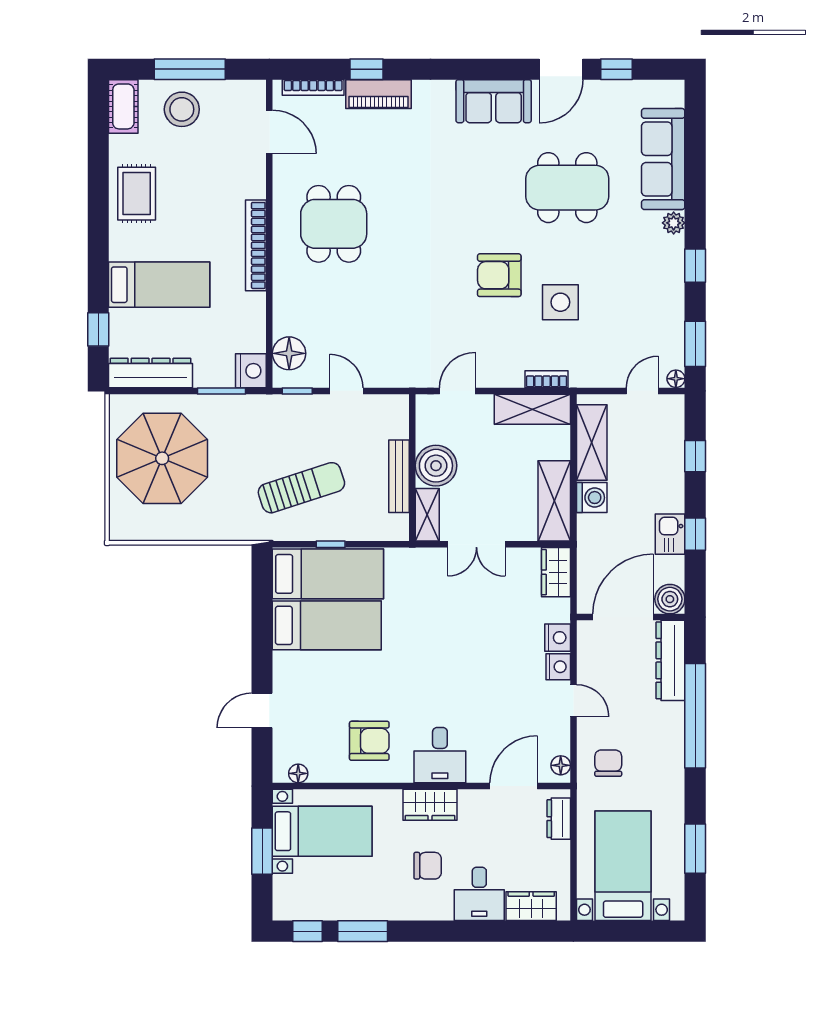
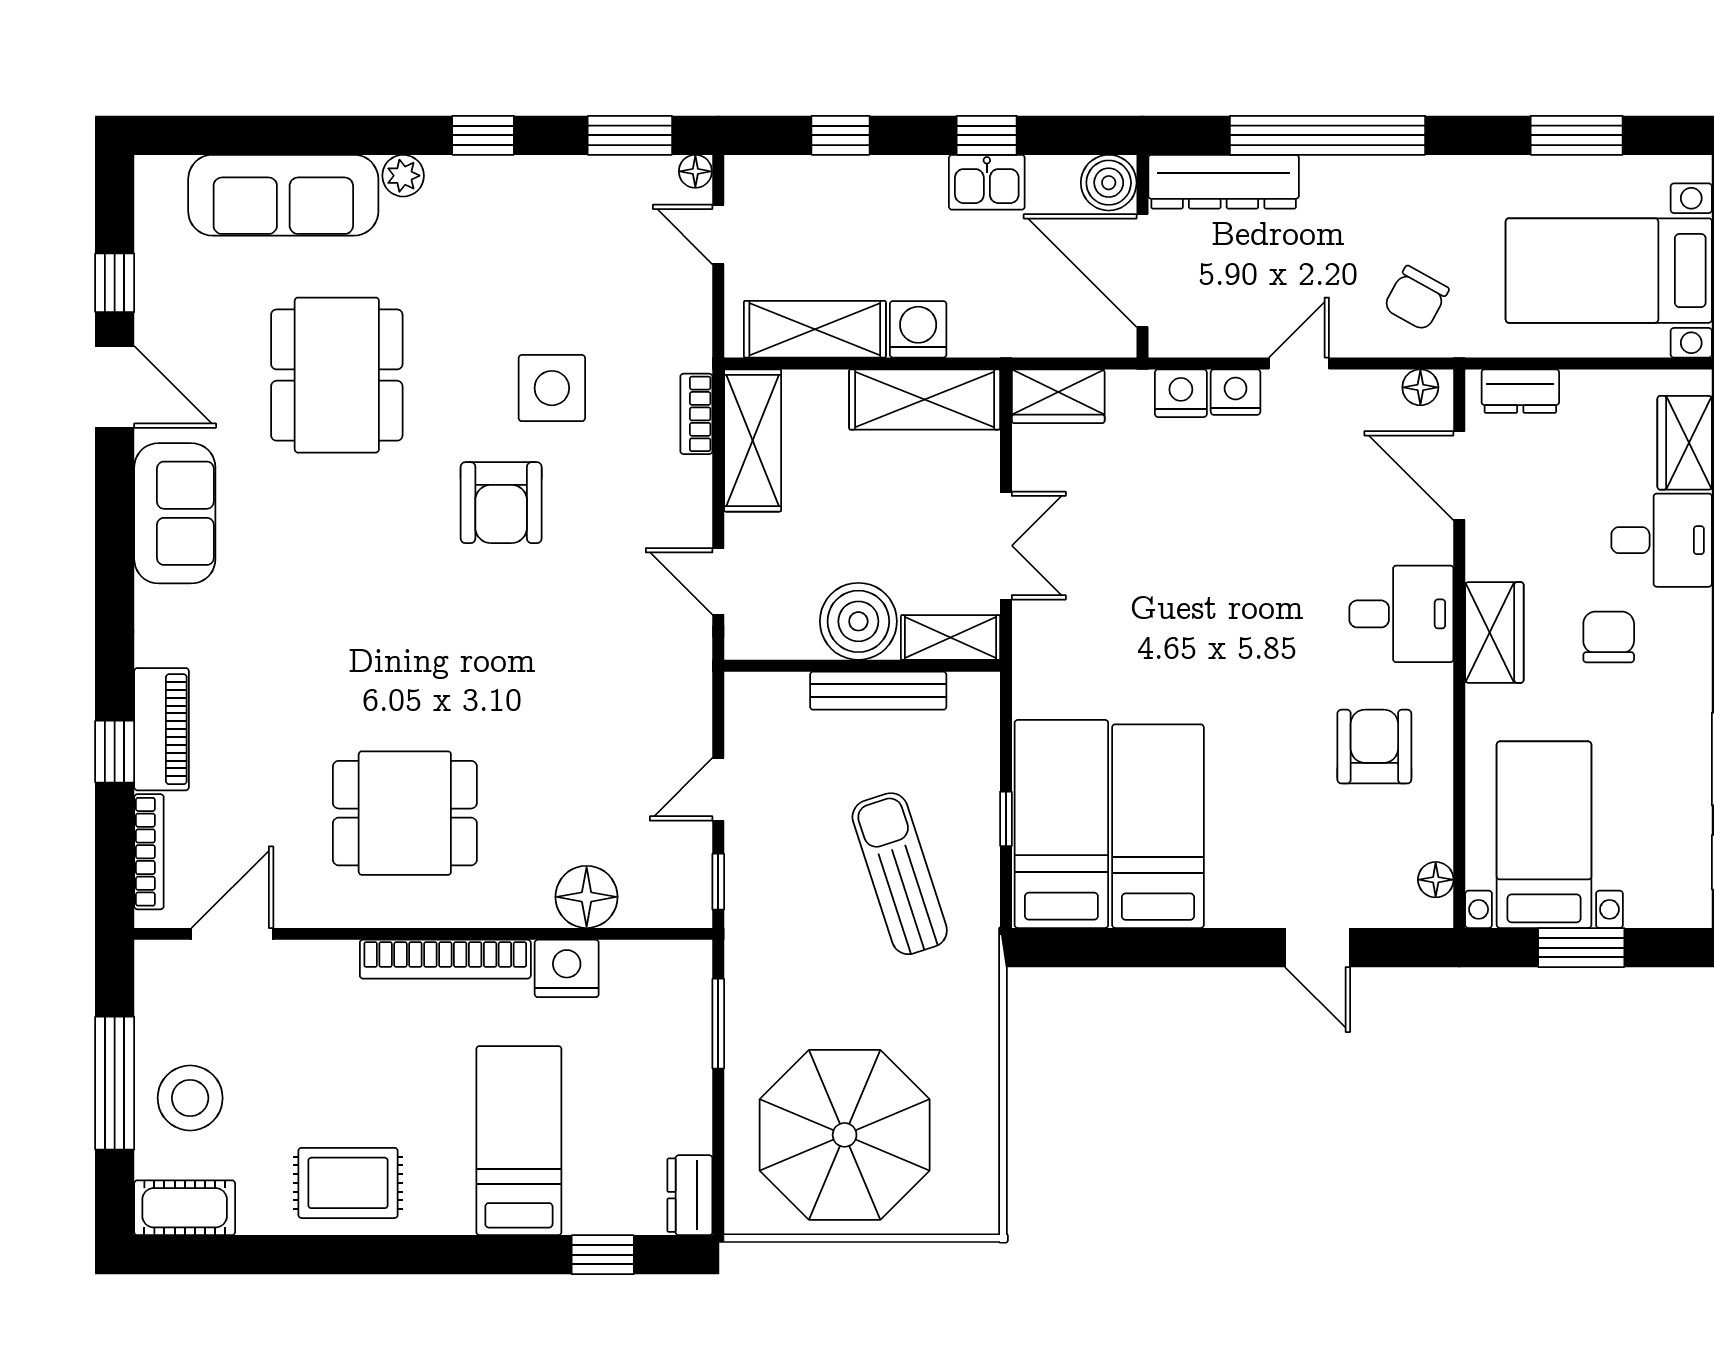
floor lamp: (289, 353) -> (587, 897), moved
nightstand: (251, 371) -> (567, 968), moved
dresser: (151, 373) -> (690, 1195), width x0.51, depth x0.80
chair: (608, 763) -> (1416, 298), turned -61

